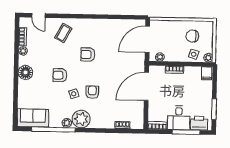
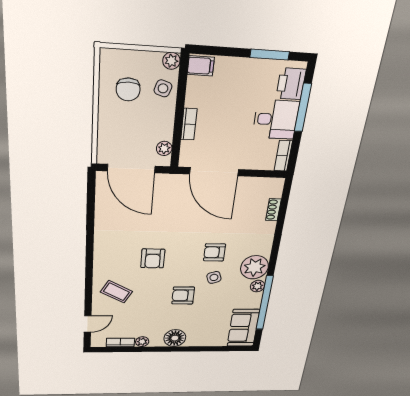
armchair: (60, 75) -> (183, 296), turned 90

